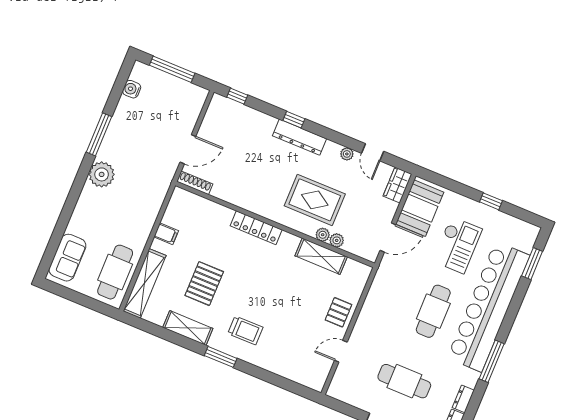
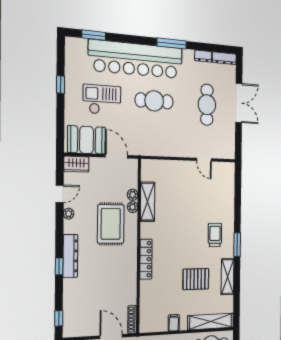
pallet: (338, 312) -> (180, 172), removed

